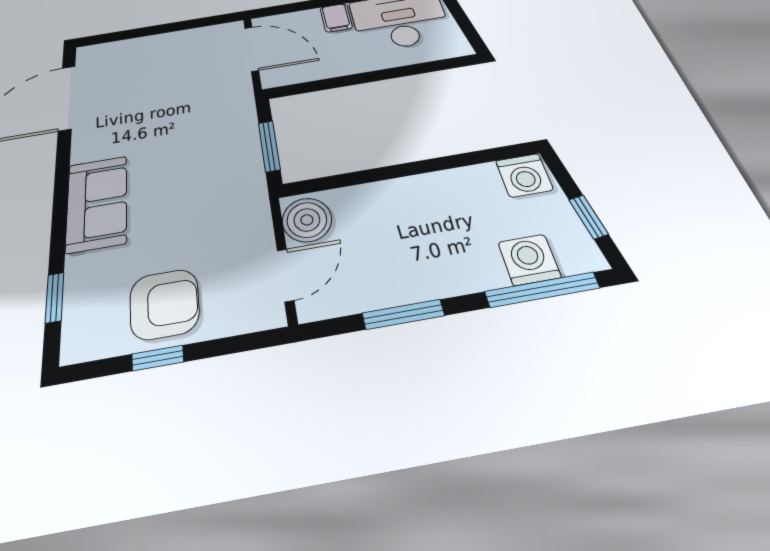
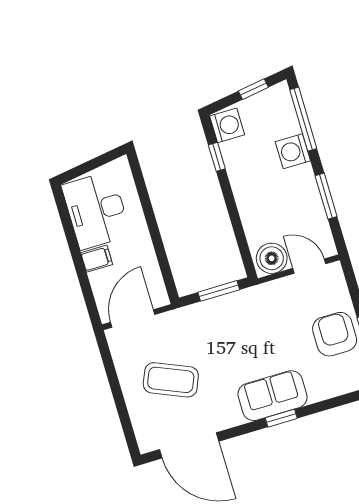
coffee table: (160, 83) -> (171, 380), added
window: (473, 158) -> (217, 157), added
washing machine: (529, 260) -> (293, 151), moved
window: (55, 297) -> (281, 418), moved

